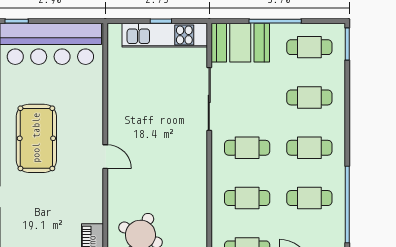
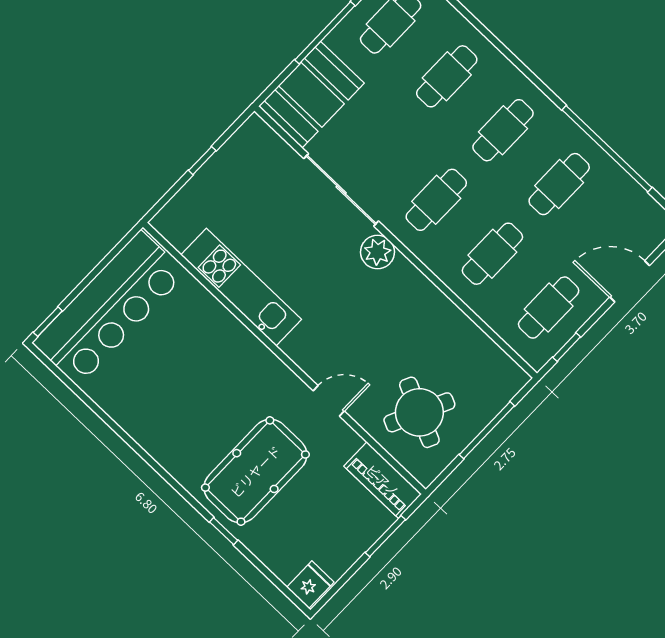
kitchen unit: (165, 35) -> (241, 287), moved, turned -90
pool table: (36, 138) -> (255, 471), moved, turned 90
plant: (196, 144) -> (377, 252), added
door: (105, 157) -> (329, 401), moved

